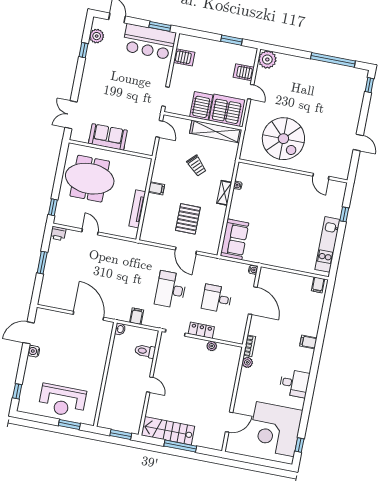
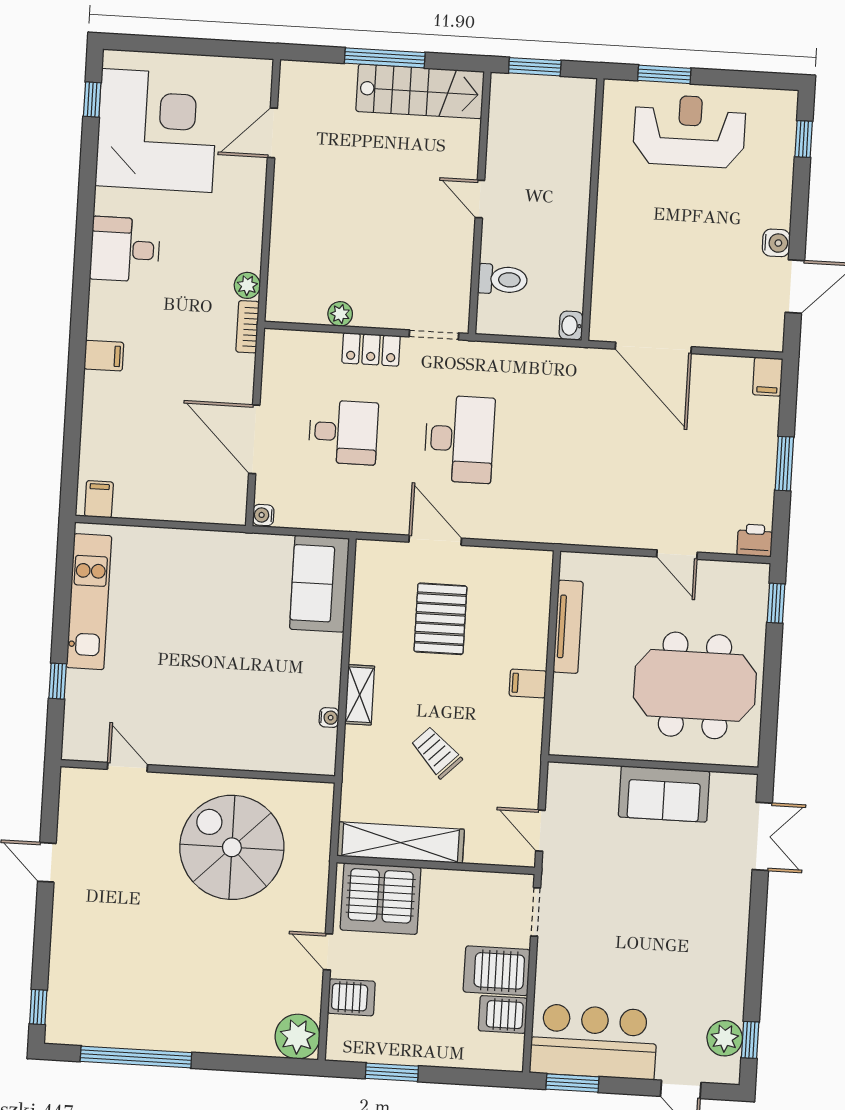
window: (83, 50) -> (750, 1040), moved
server rack: (201, 106) -> (497, 971), moved, turned 90
filing cabinet: (137, 316) -> (768, 377), moved

